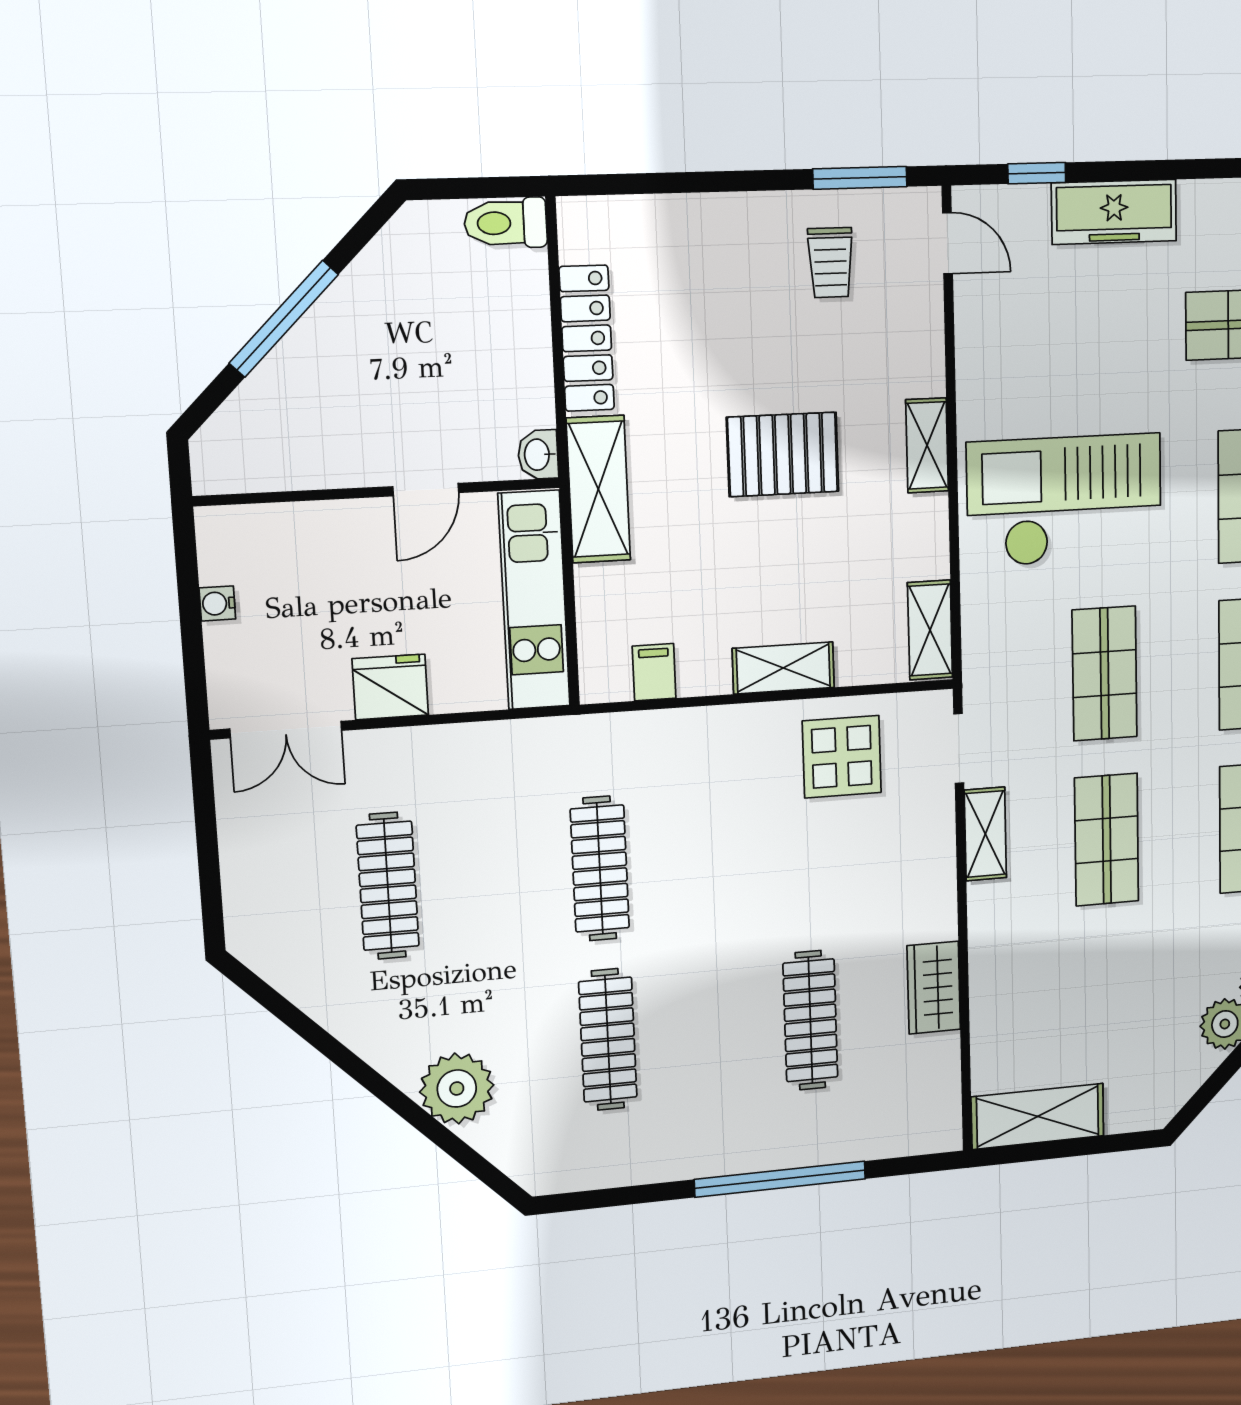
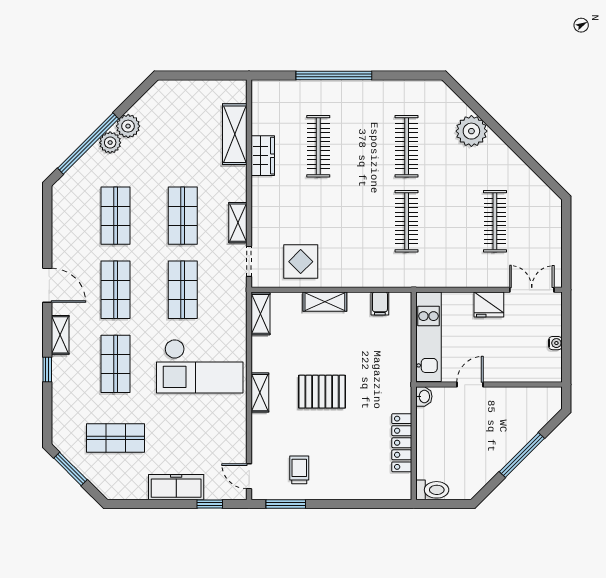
shelving: (598, 489) -> (400, 381), removed
shelving: (1038, 1116) -> (235, 134), moved, turned 90

